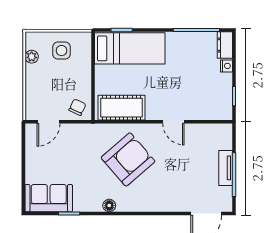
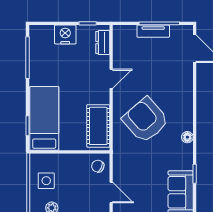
dresser: (225, 45) -> (103, 43), moved, turned 90
nightstand: (227, 66) -> (65, 35), width x1.89, depth x1.79

